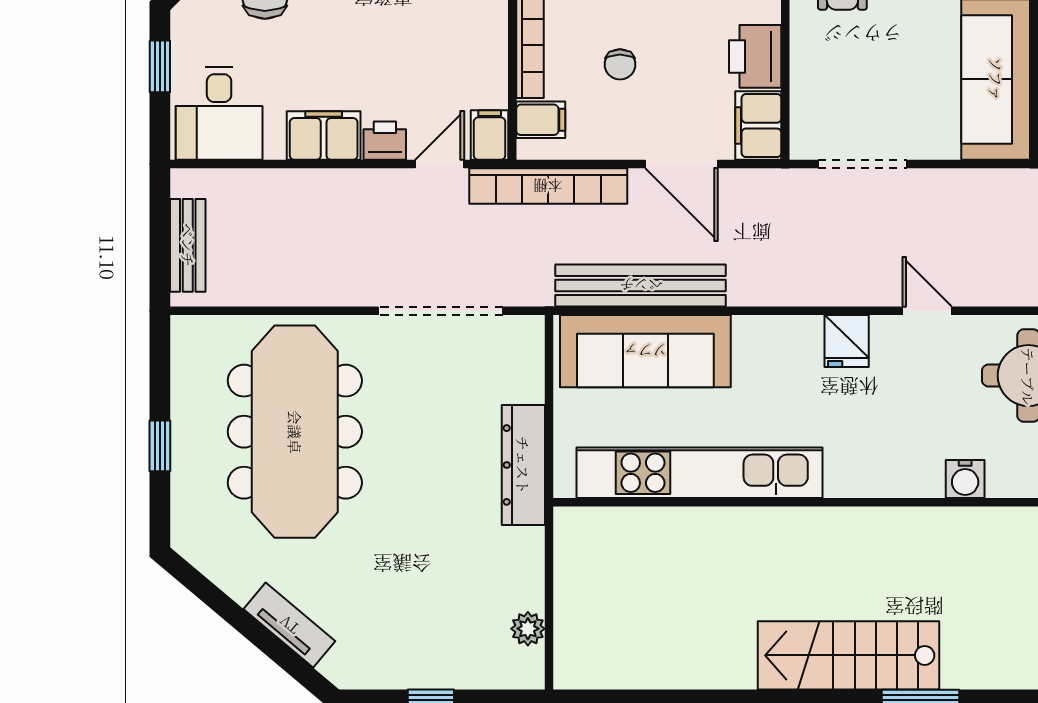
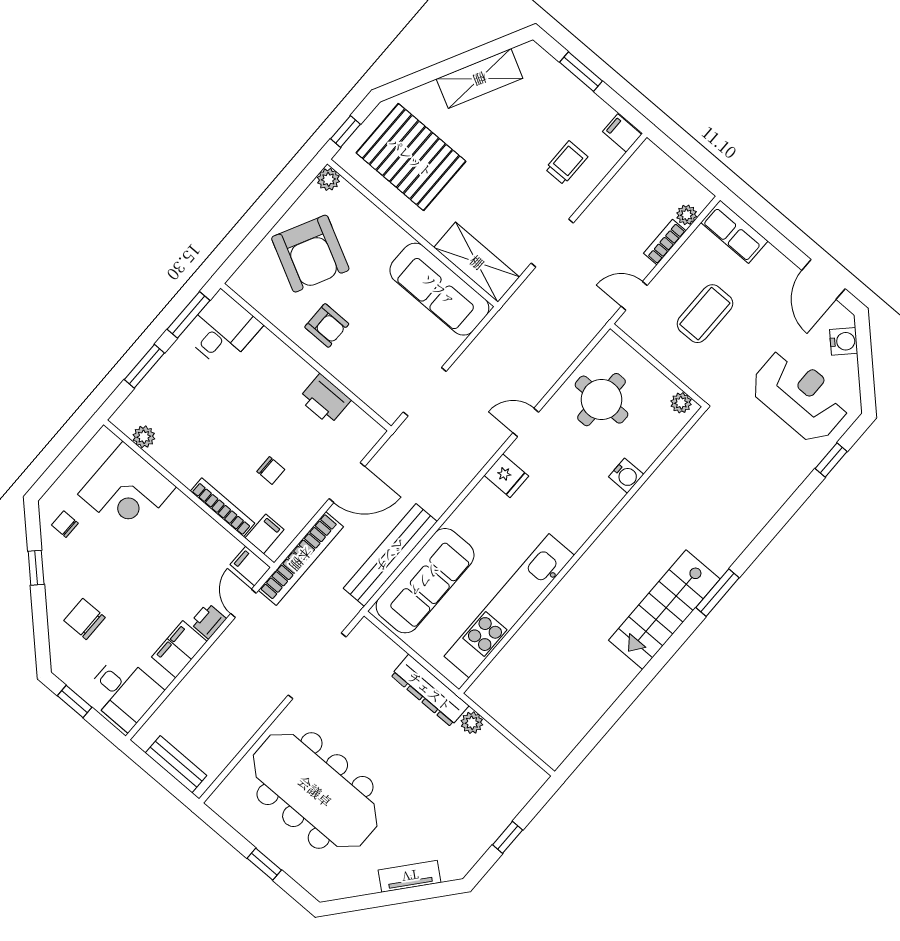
filing cabinet: (758, 126) -> (361, 428), removed
plant: (528, 629) -> (472, 723), moved

